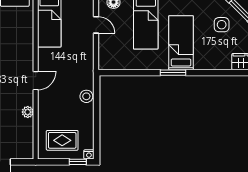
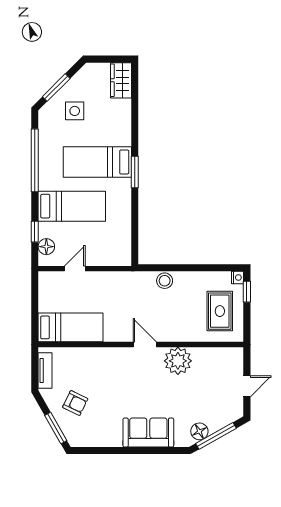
plant: (28, 112) -> (178, 361), width x1.88, depth x1.88

